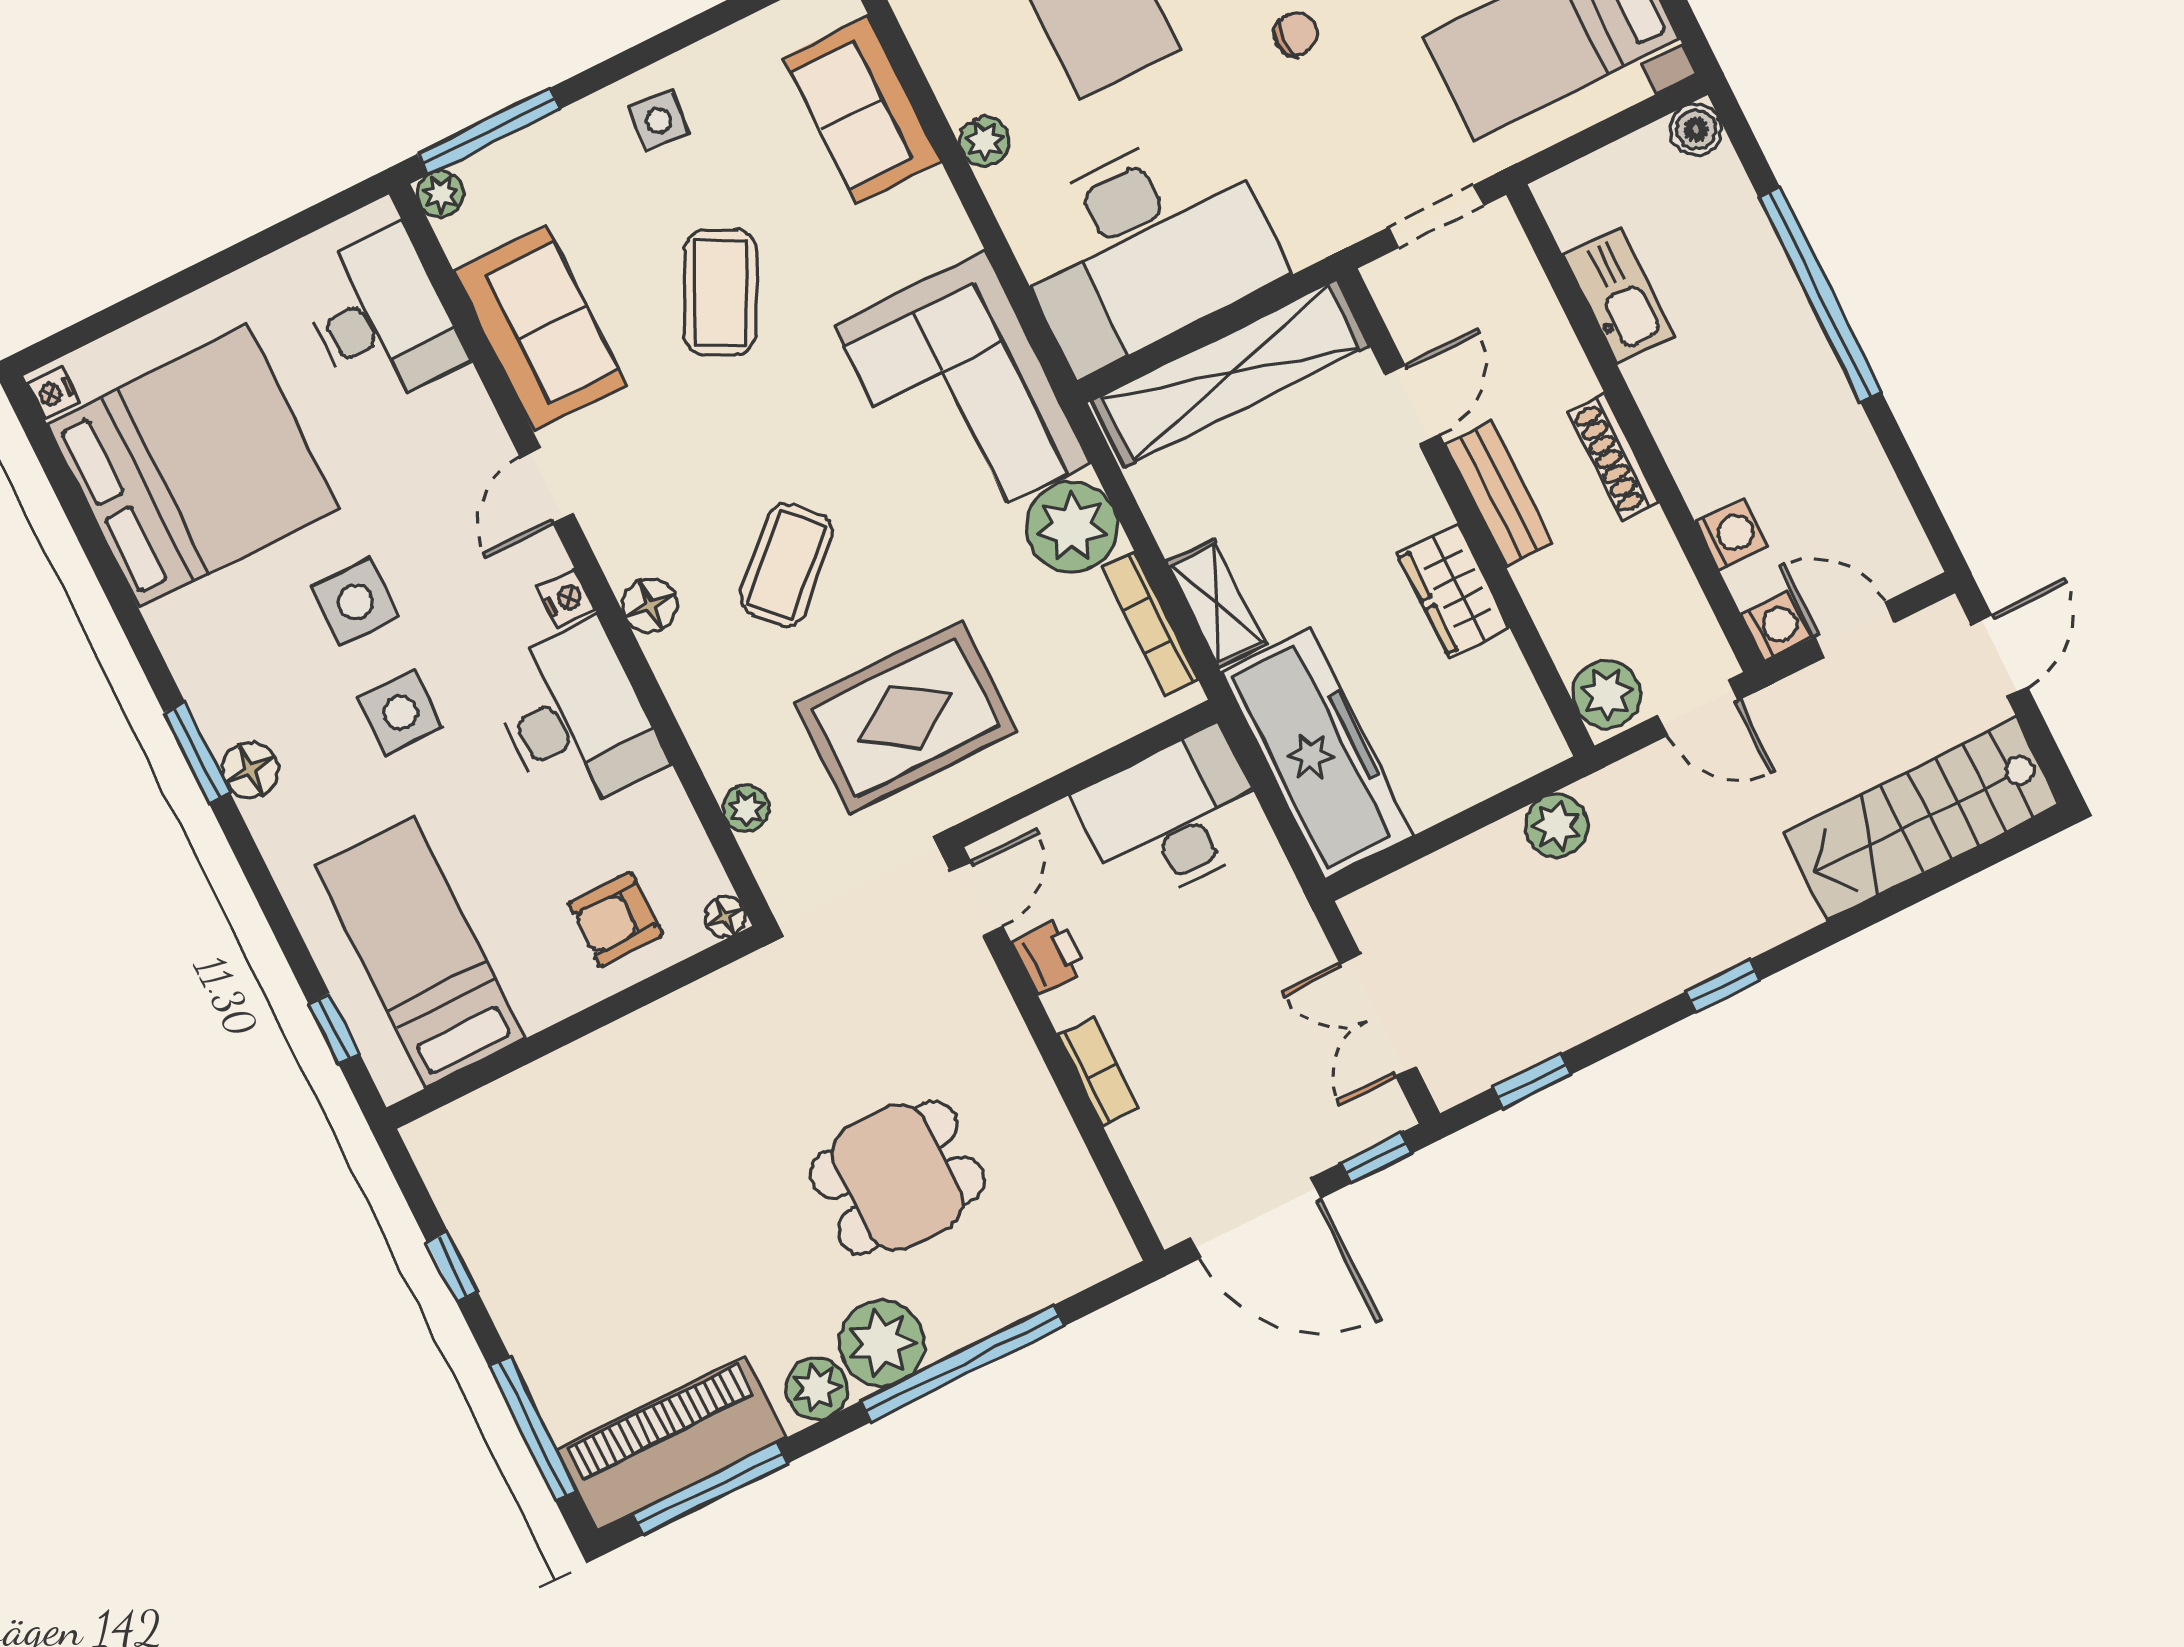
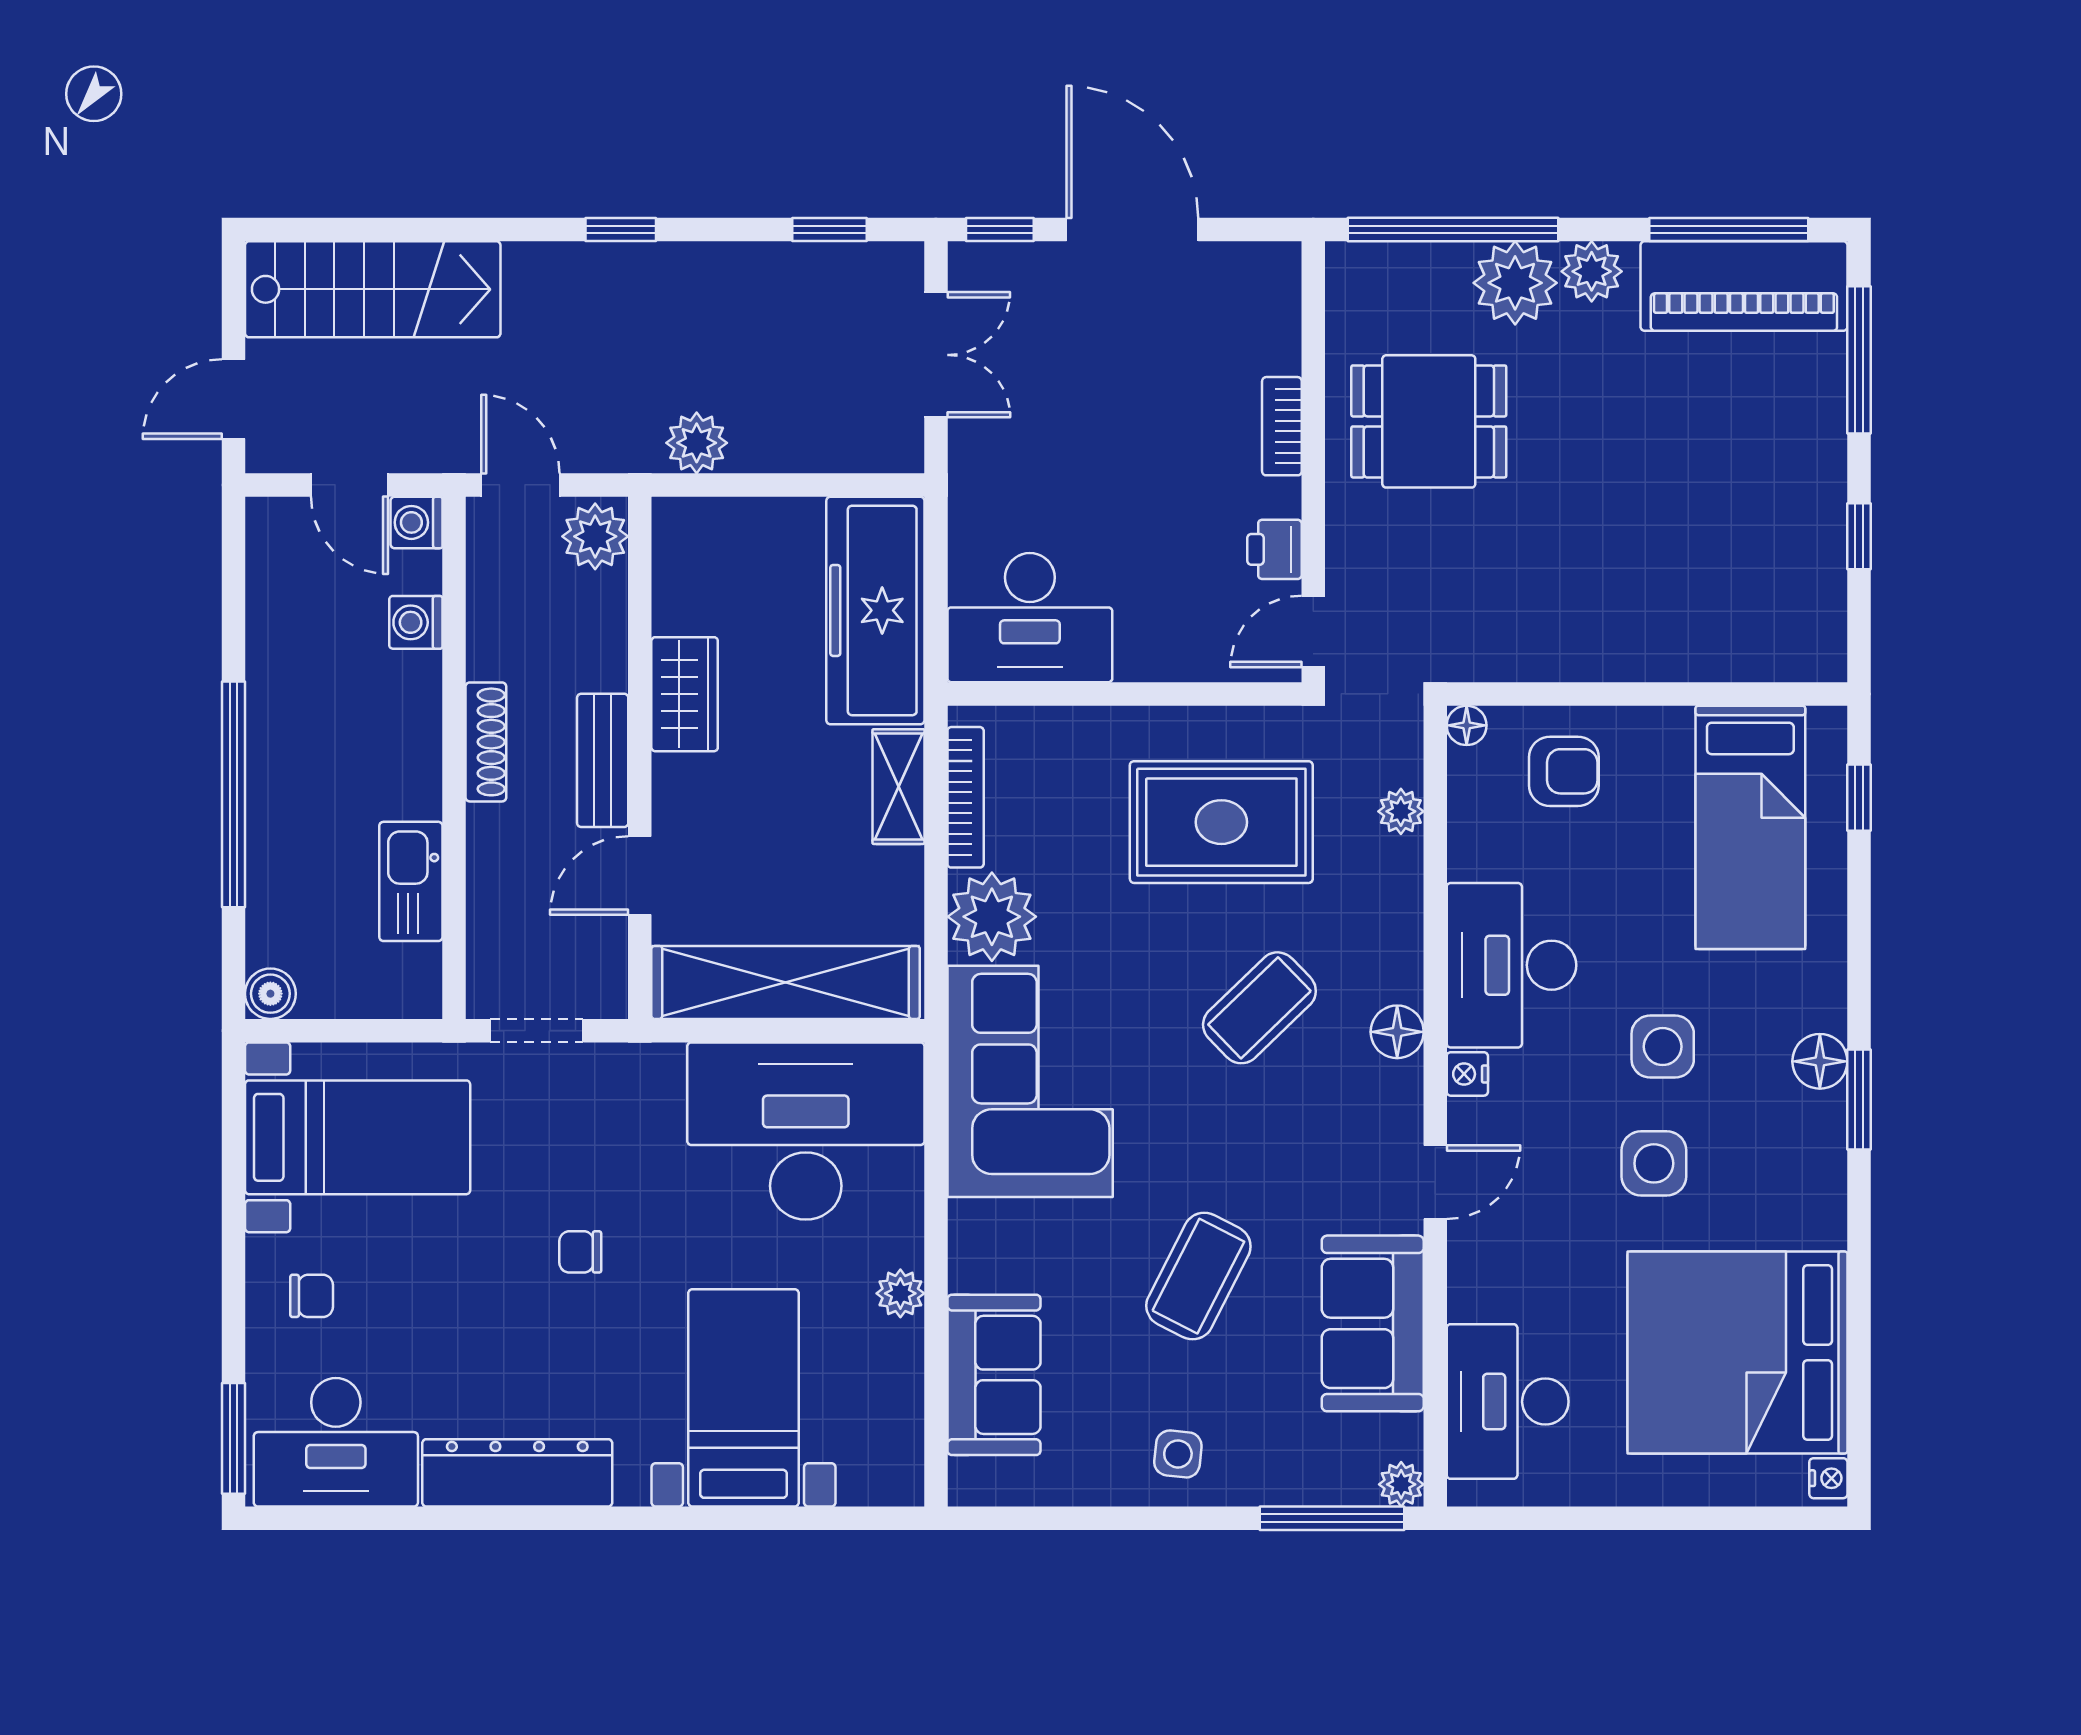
door: (977, 899) -> (1313, 631), moved
printer: (1049, 956) -> (1275, 549), moved
wall: (1054, 1054) -> (1313, 462), moved
bookcase: (1098, 1072) -> (1282, 426), moved

